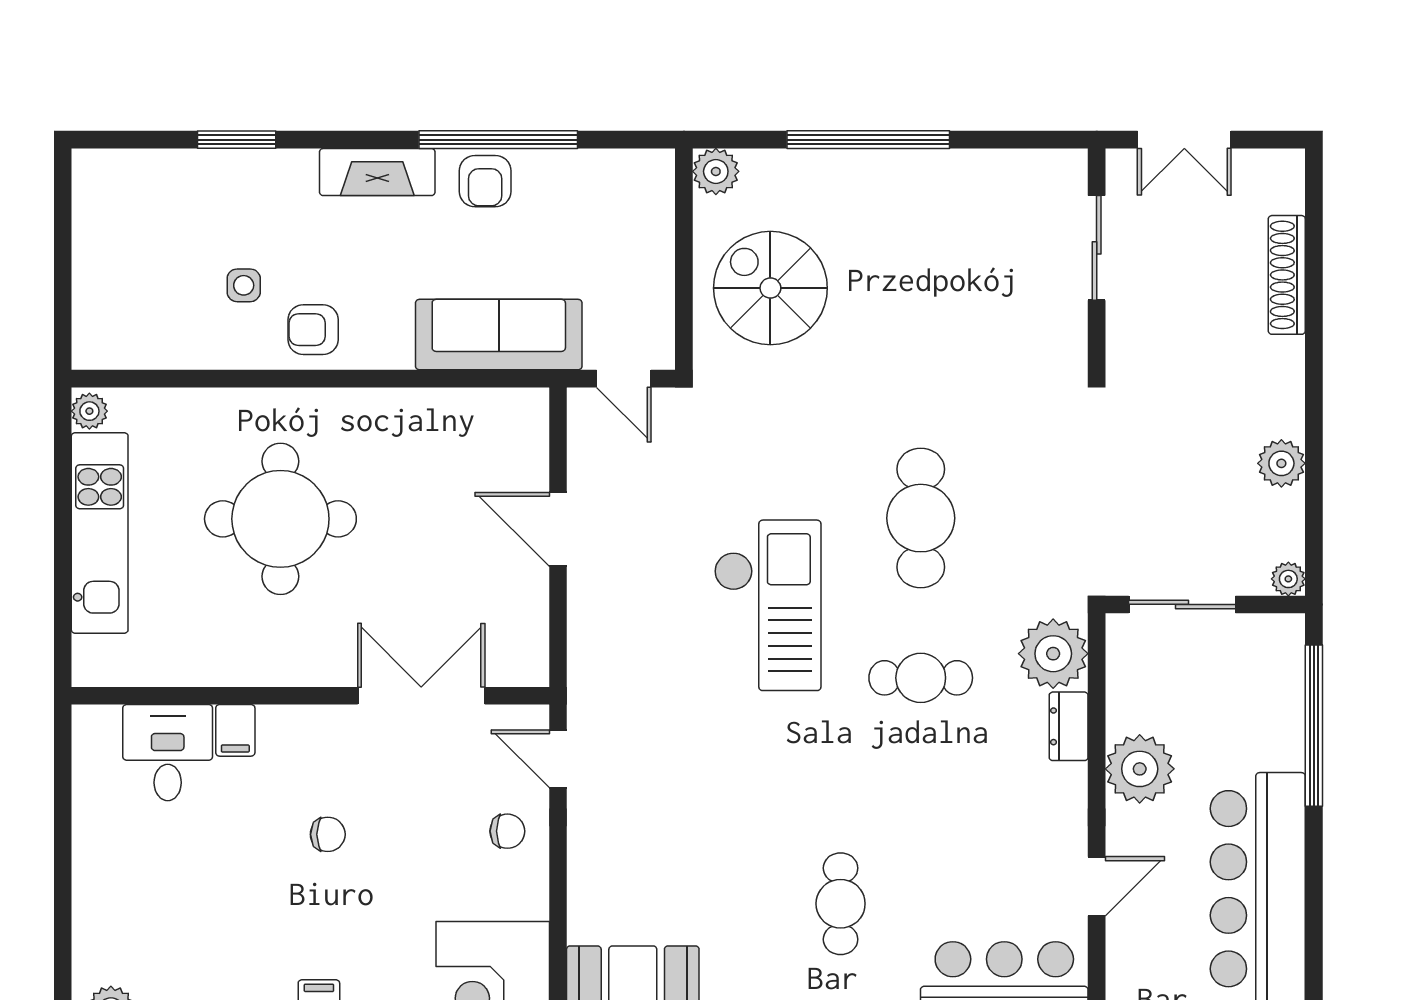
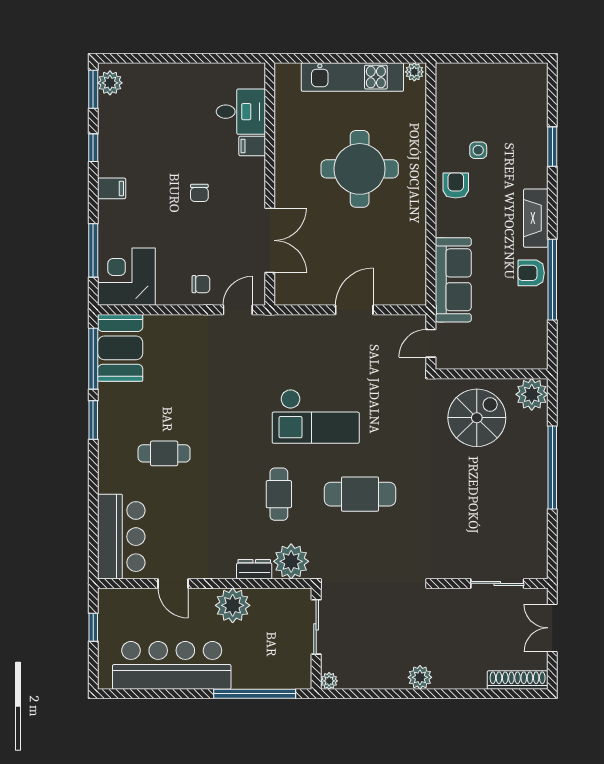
plant: (716, 171) -> (532, 394), width x1.36, depth x1.36
shoe rack: (1287, 275) -> (518, 680), moved
plant: (1281, 463) -> (420, 677), moved
chair: (507, 831) -> (201, 284), turned -90

